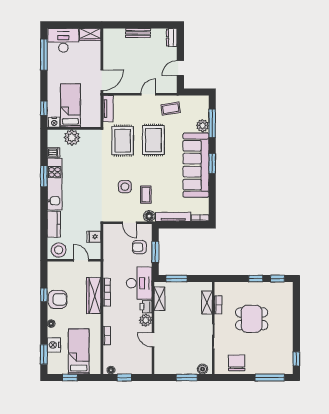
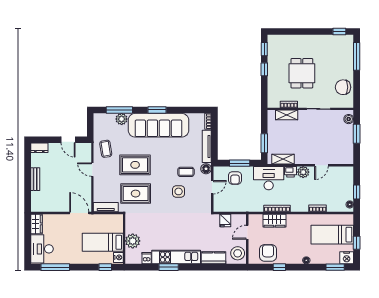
wardrobe: (94, 296) -> (274, 221), width x0.67
armchair: (58, 299) -> (268, 253), moved
nightstand: (54, 345) -> (347, 258), moved

